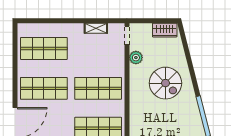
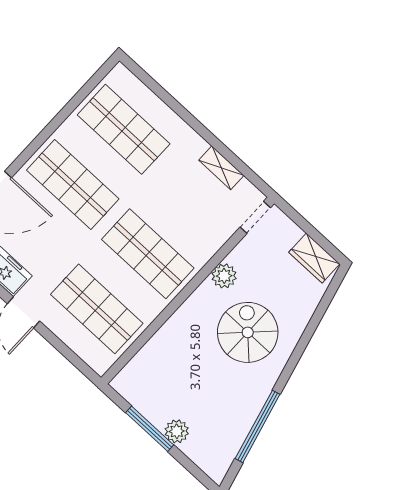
plant: (136, 58) -> (224, 276), moved
spiral stairs: (165, 83) -> (248, 332), turned 180

